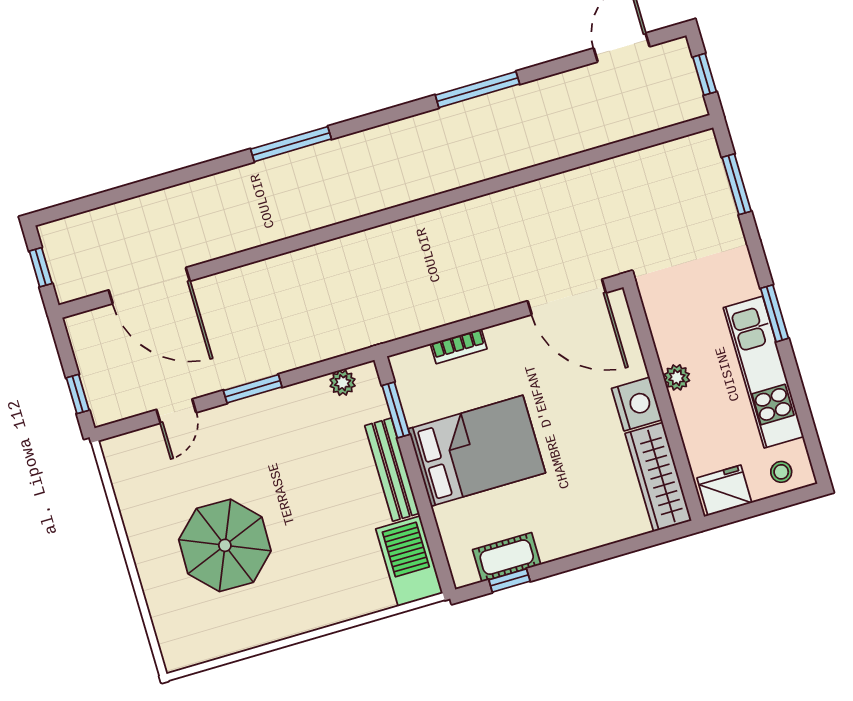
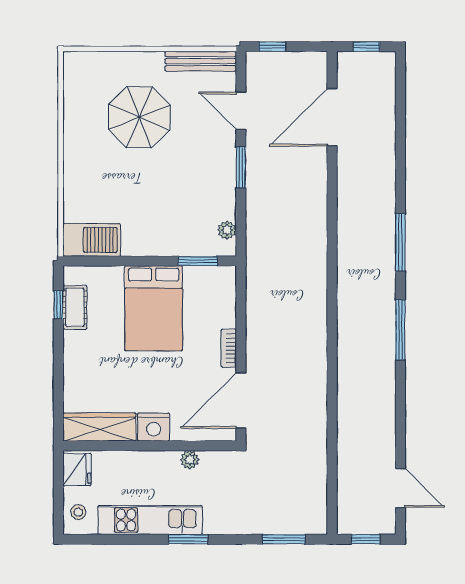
window: (477, 90) -> (400, 330), moved
bookcase: (459, 346) -> (229, 348), moved
plant: (677, 377) -> (190, 460), moved
door: (176, 411) -> (241, 111), width x1.38
bench: (392, 470) -> (200, 61), moved

